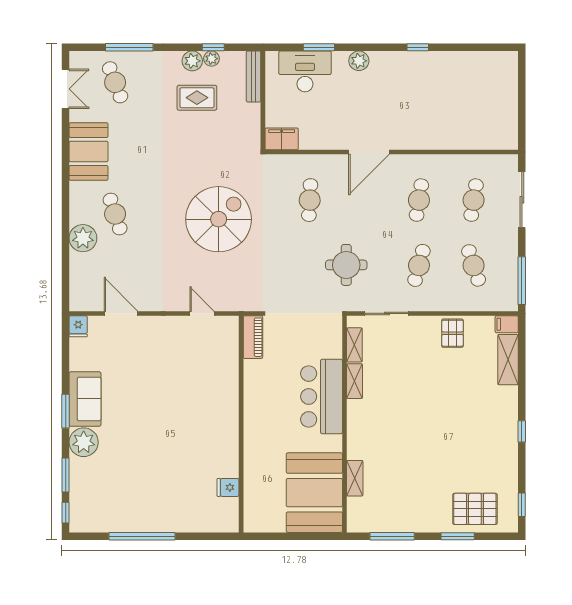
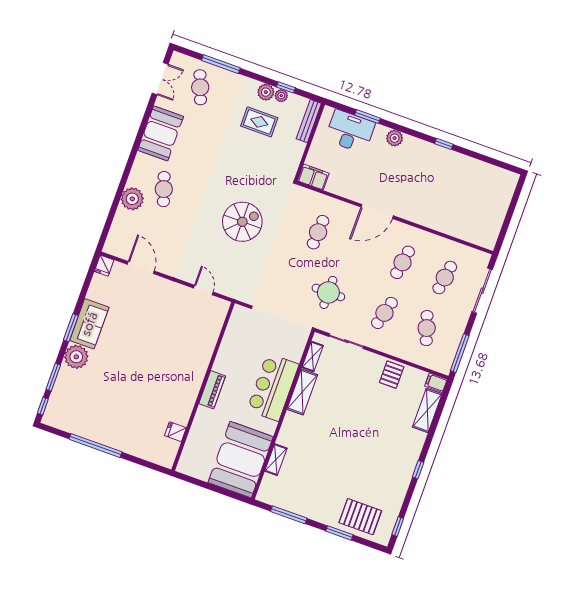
spiral stairs: (219, 219) -> (242, 222), width x0.73, depth x0.73
piano: (253, 337) -> (212, 390), moved
shelving: (355, 381) -> (302, 392), width x1.50, depth x1.33

